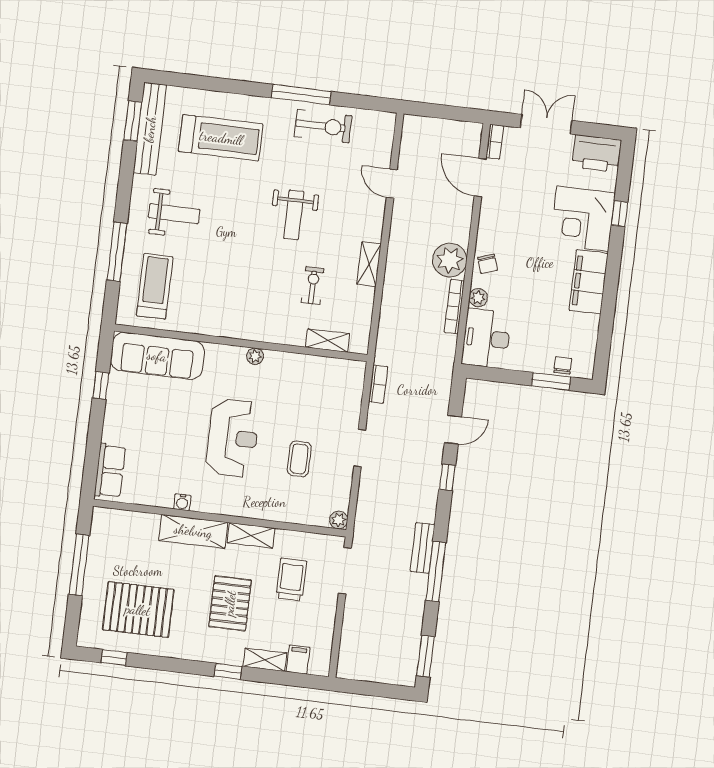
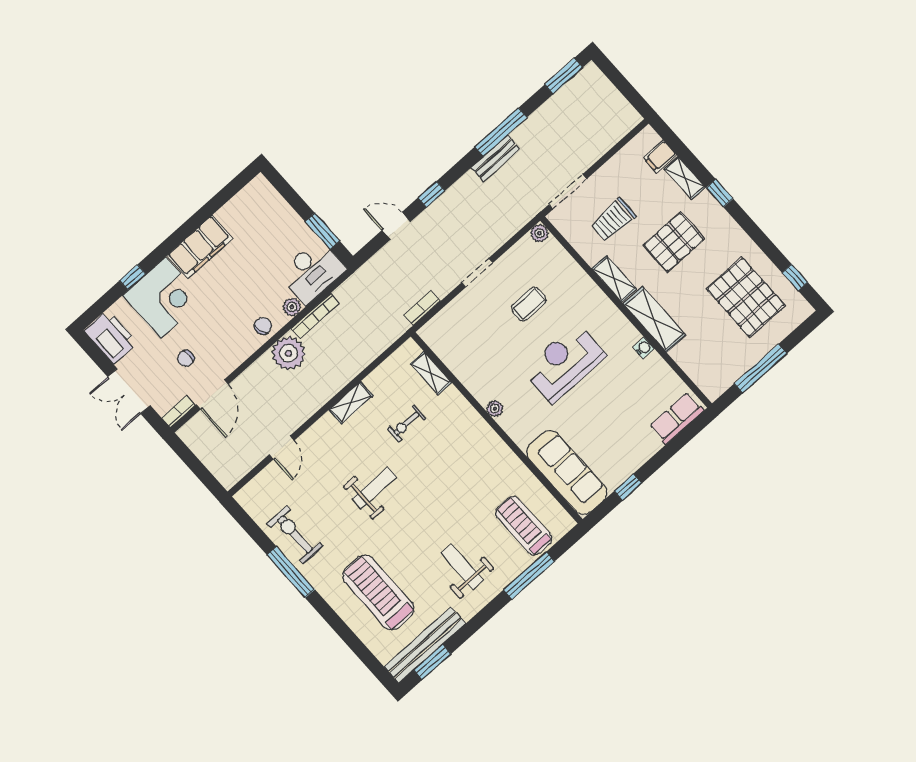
treadmill: (155, 286) -> (524, 526), turned 90
chair: (563, 365) -> (186, 358), moved
window: (551, 381) -> (322, 231), moved

